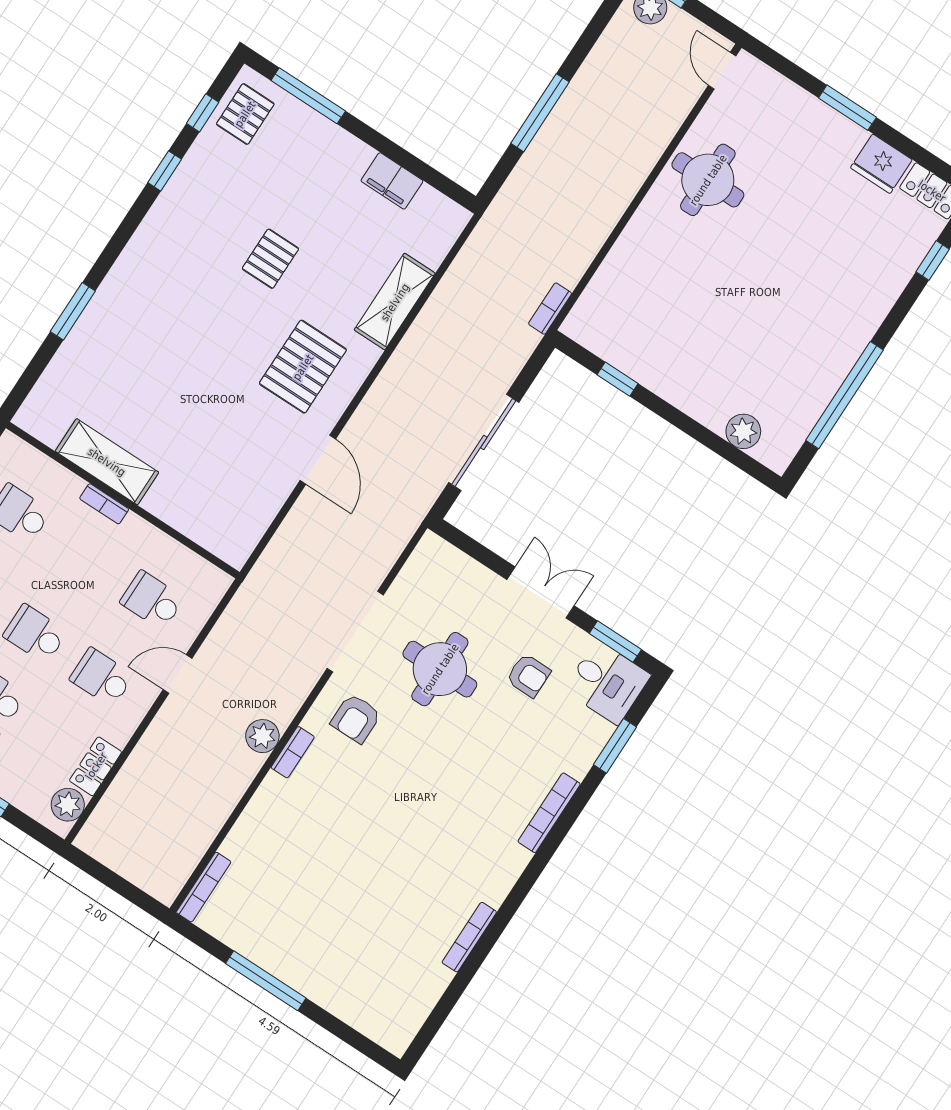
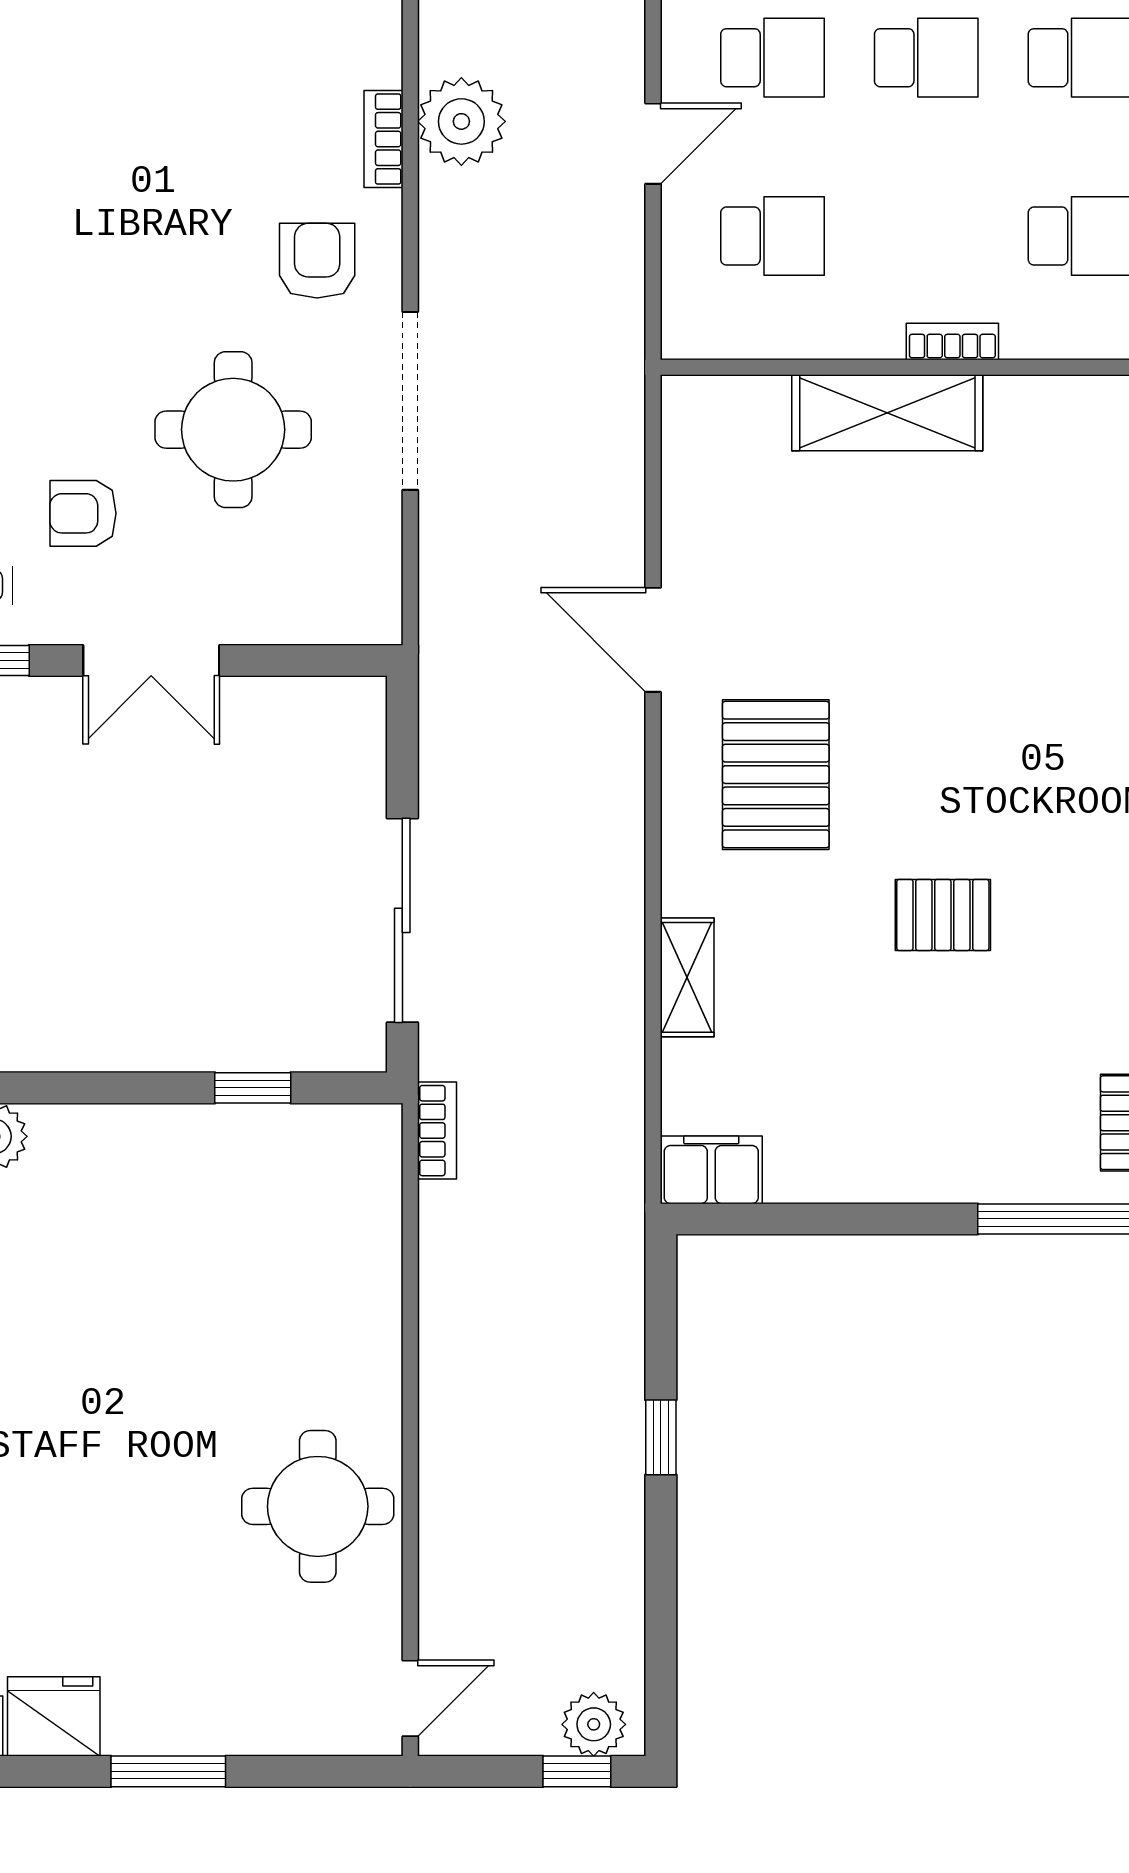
door: (722, 71) -> (410, 1698), hinge flipped
window: (540, 113) -> (661, 1437), width x0.46
filing cabinet: (392, 181) -> (711, 1170), moved
pallet: (270, 259) -> (943, 915), turned 90
shelving: (395, 302) -> (687, 977), width x0.67, depth x0.75
sliding door: (484, 443) -> (402, 920), moved
shelving: (107, 462) -> (887, 413), moved
plant: (262, 736) -> (461, 121), width x1.36, depth x1.36

